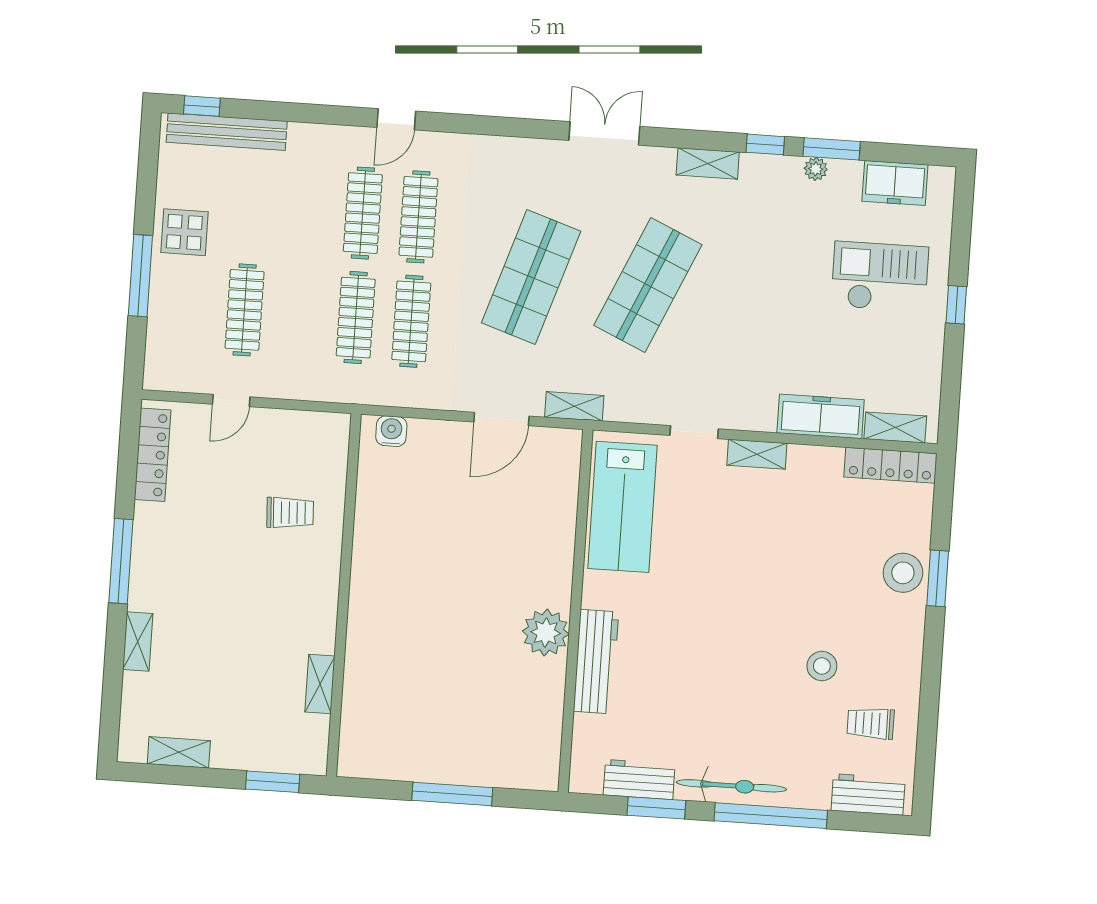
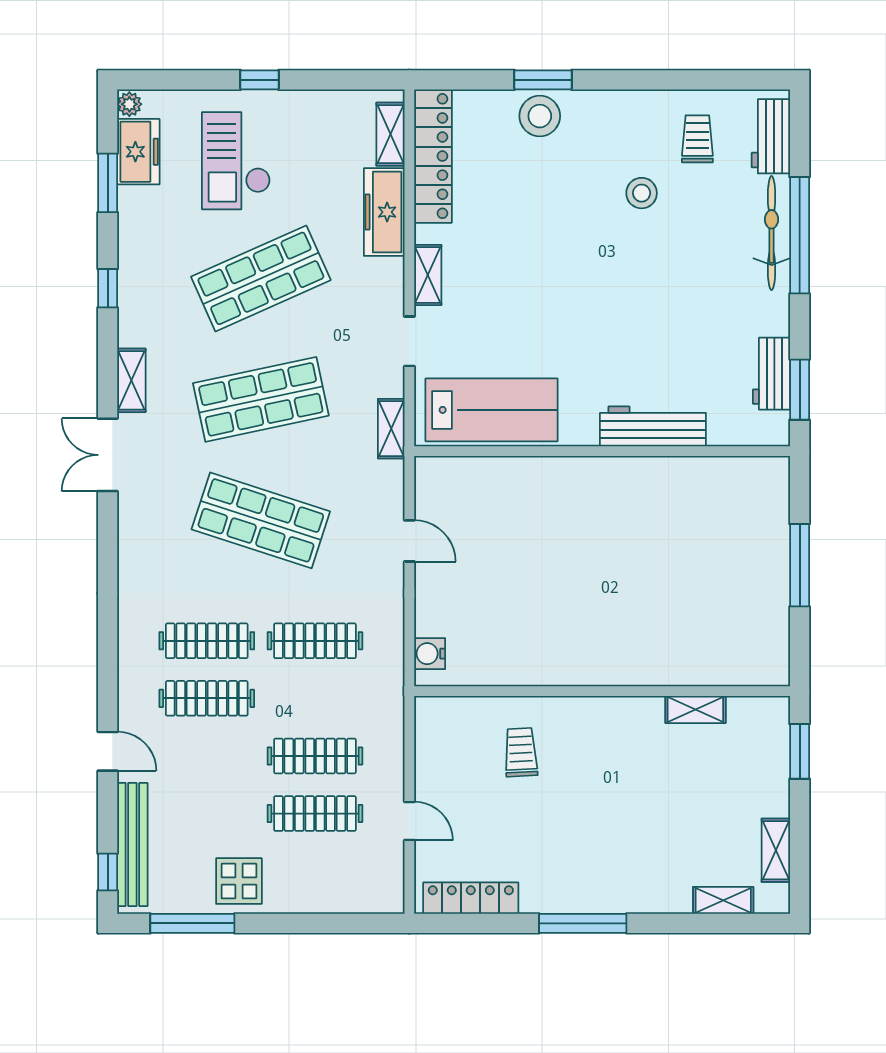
door: (396, 119) -> (108, 751), moved
window: (832, 149) -> (108, 183), moved
shelving: (708, 163) -> (131, 380), moved
plant: (816, 169) -> (129, 104), moved
window: (140, 276) -> (192, 923), moved
shop shelf: (648, 285) -> (261, 399), turned -36
shop shelf: (765, 293) -> (261, 278), added
clothes rail: (356, 318) -> (315, 756), moved
shelving: (574, 406) -> (391, 429), moved
door: (501, 419) -> (409, 541), width x0.73
locker: (890, 465) -> (433, 156), width x1.41, depth x1.21
plant: (546, 633) -> (627, 480), removed
shelving: (138, 641) -> (723, 900), moved
trolley: (871, 723) -> (697, 139), turned 180
bicycle: (731, 786) -> (772, 233), moved
window: (656, 808) -> (800, 390), moved

